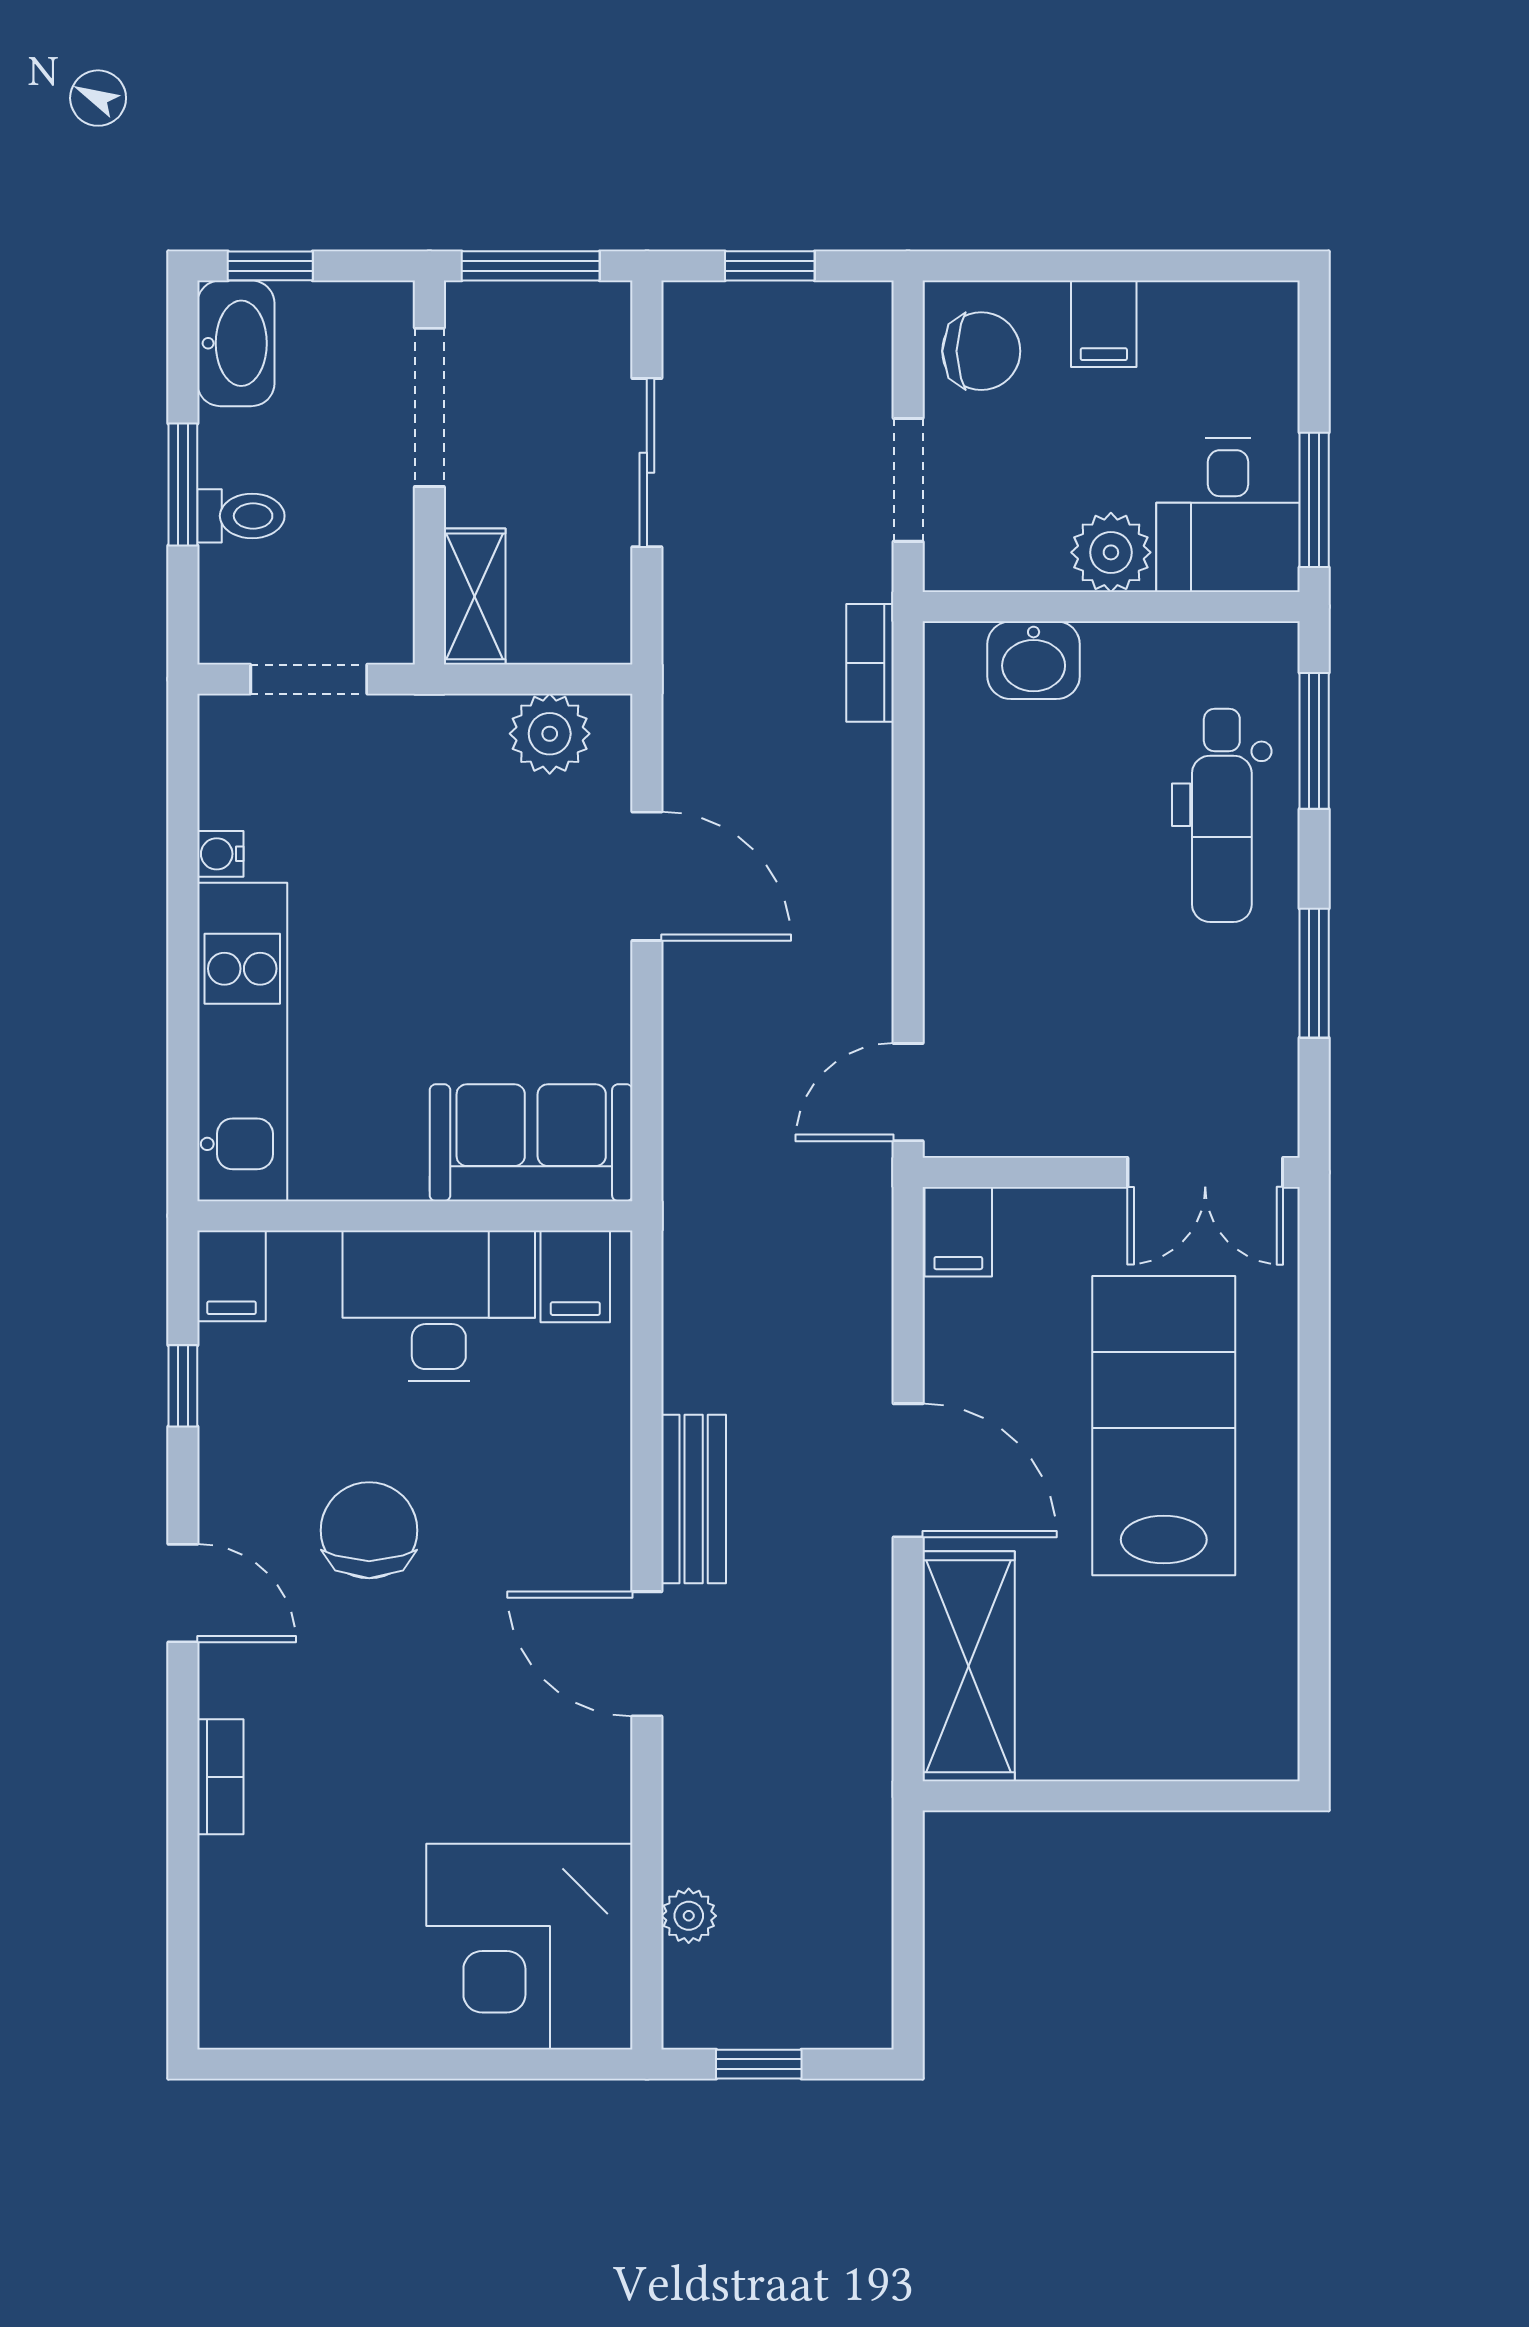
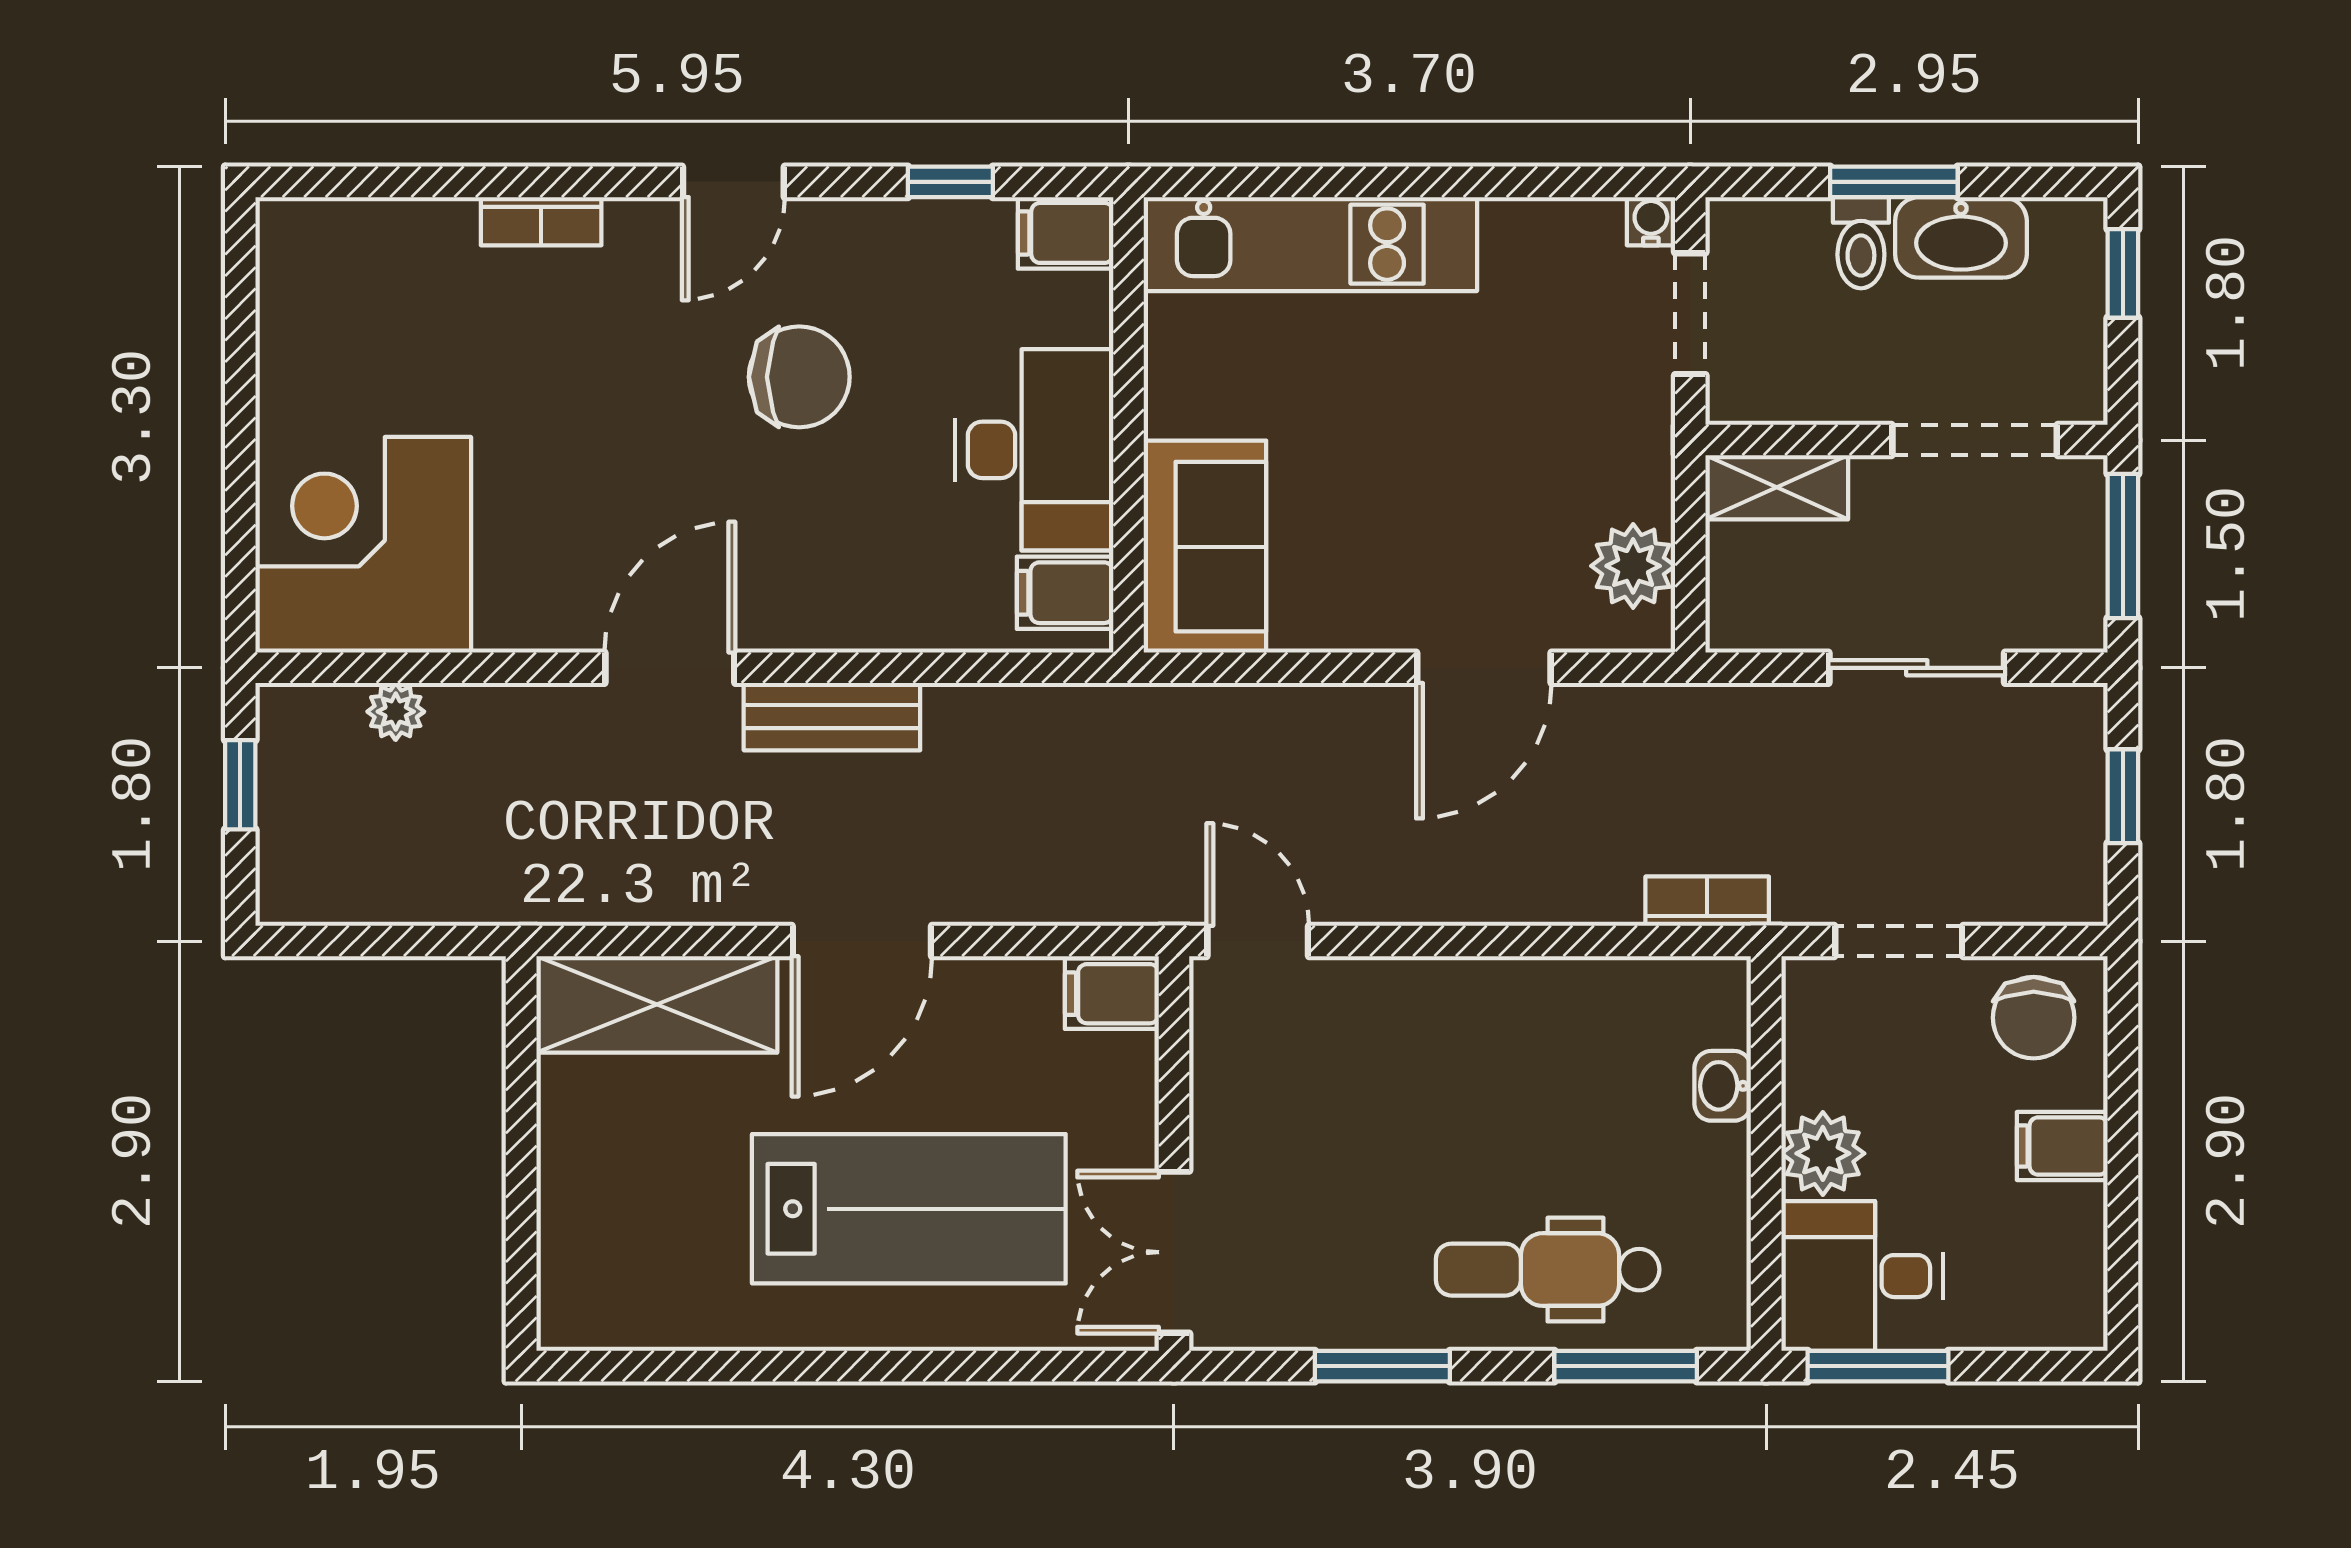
washbasin: (236, 343) -> (1961, 237), moved
washbasin: (1034, 660) -> (1723, 1086), width x0.72, depth x0.69
water cooler: (220, 854) -> (1651, 221), moved

